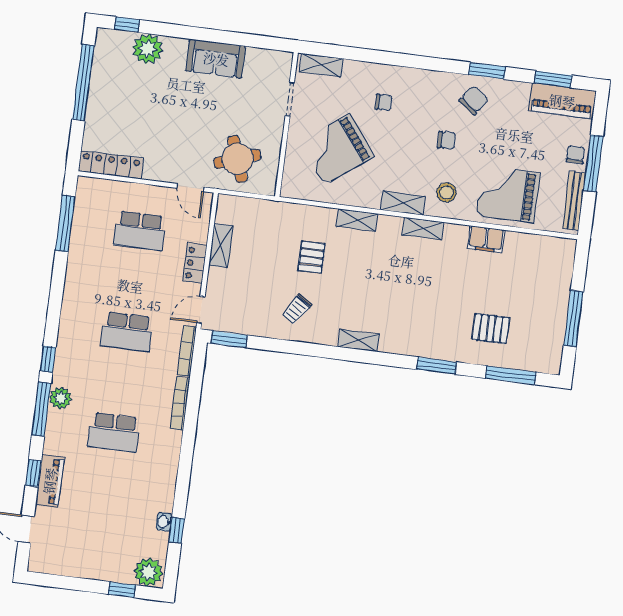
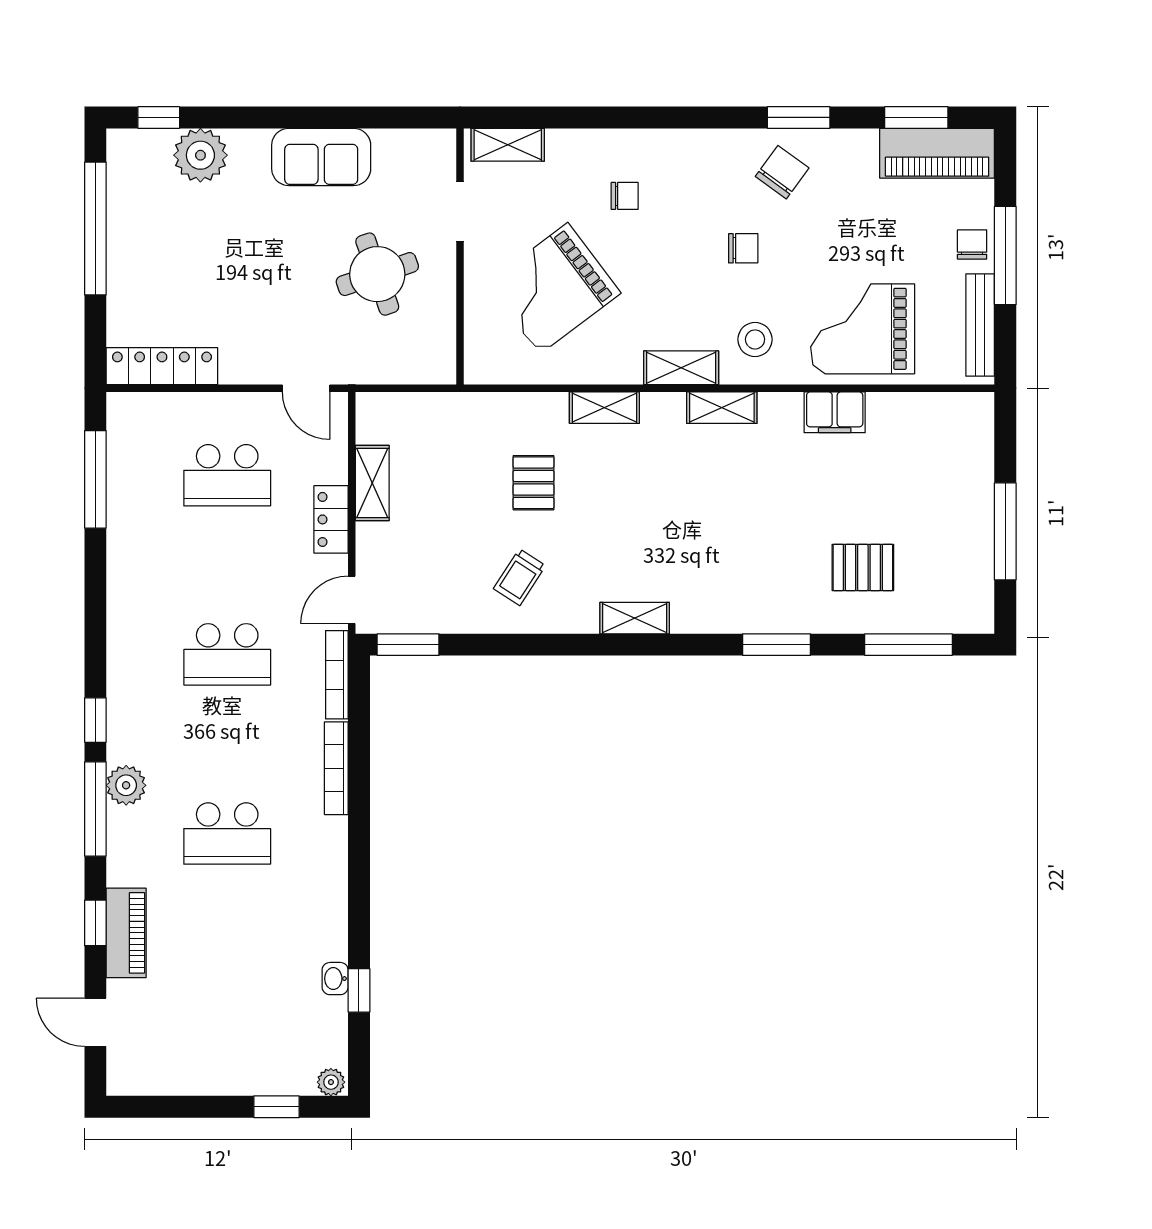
round table: (237, 159) -> (377, 274), moved
plant: (148, 572) -> (331, 1082), width x0.53, depth x0.53

